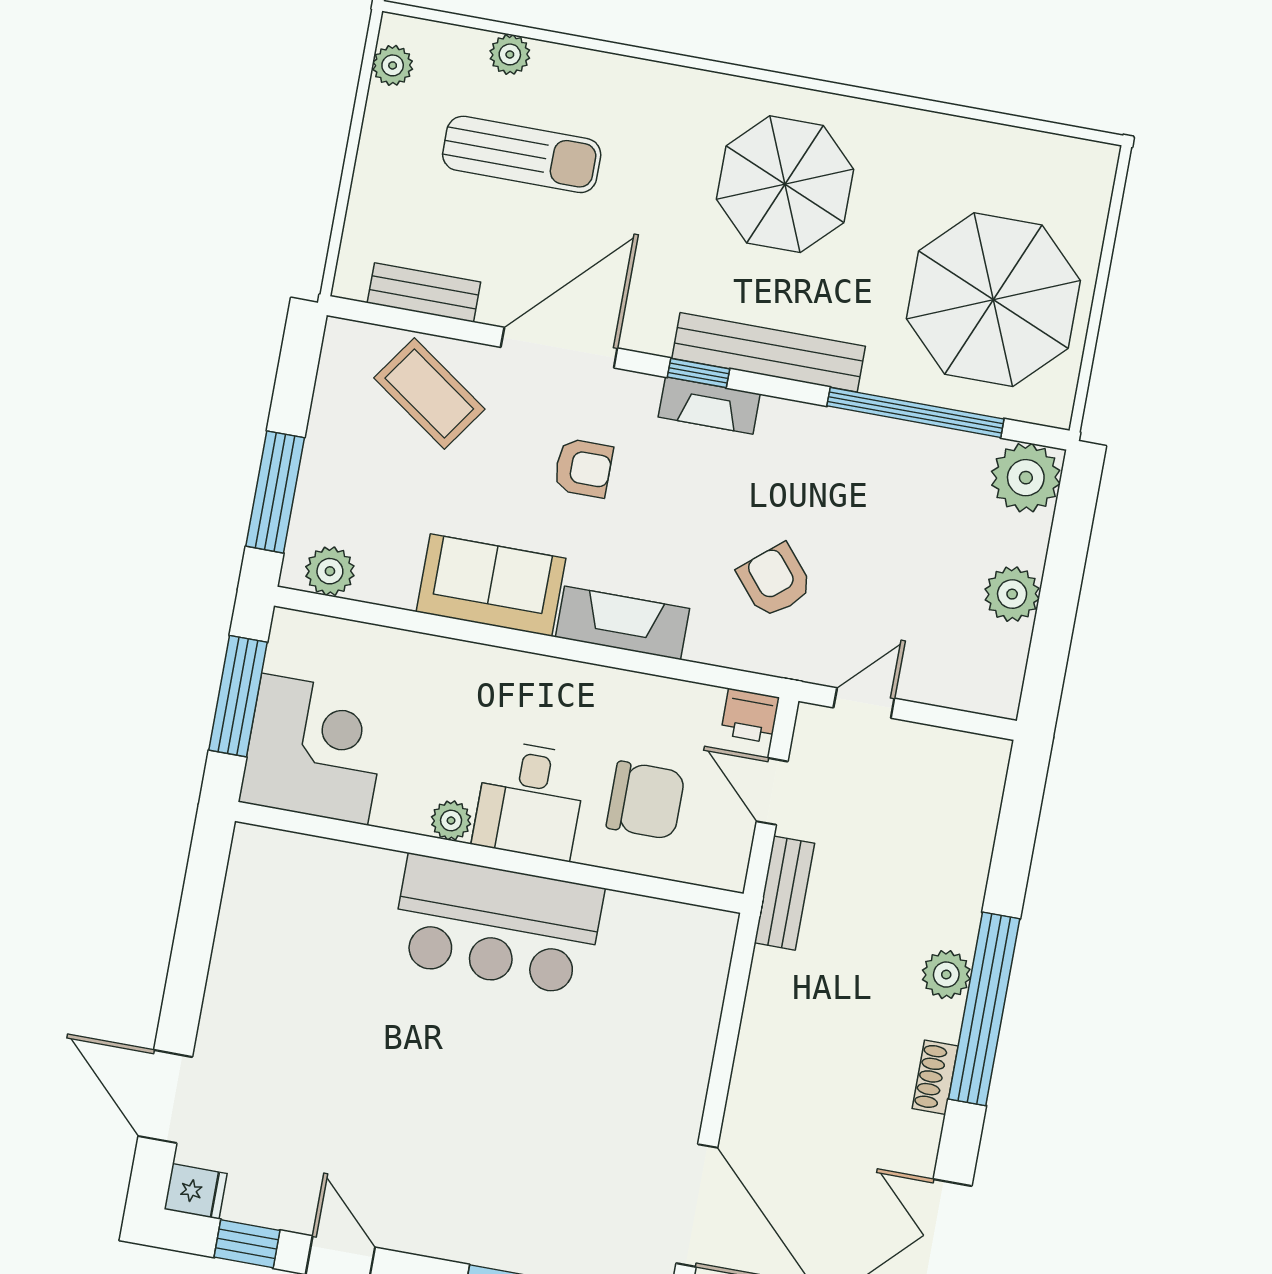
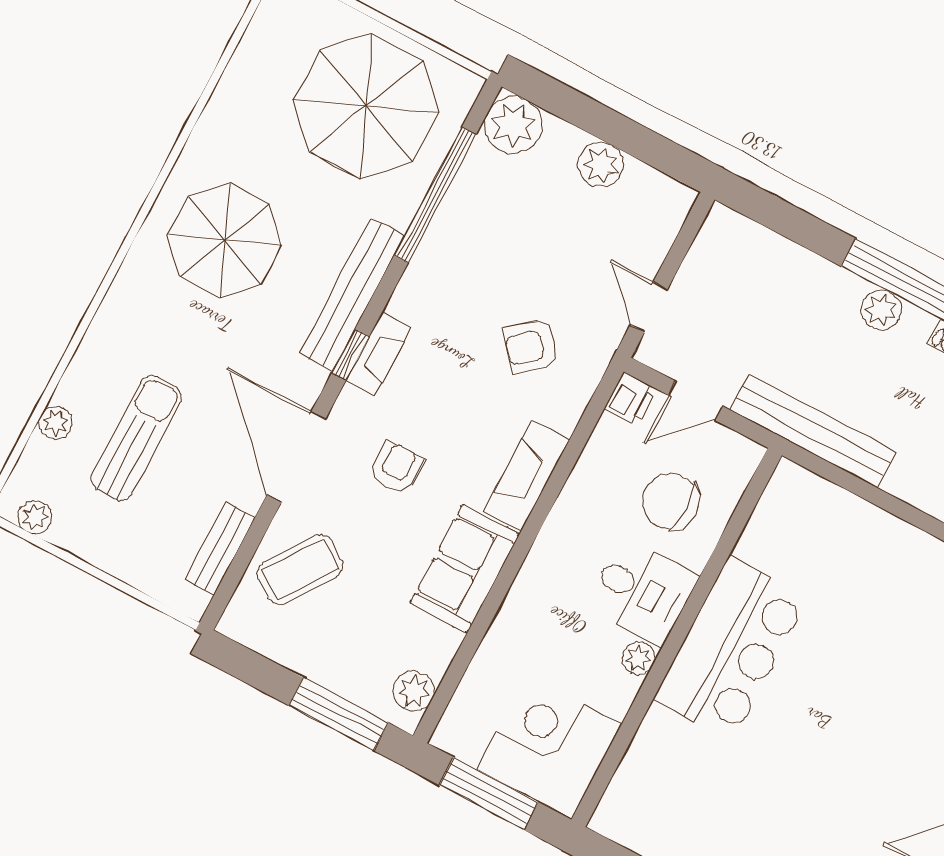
chair: (646, 800) -> (671, 501), turned -90
bench: (784, 893) -> (813, 431), width x1.86, depth x1.21

